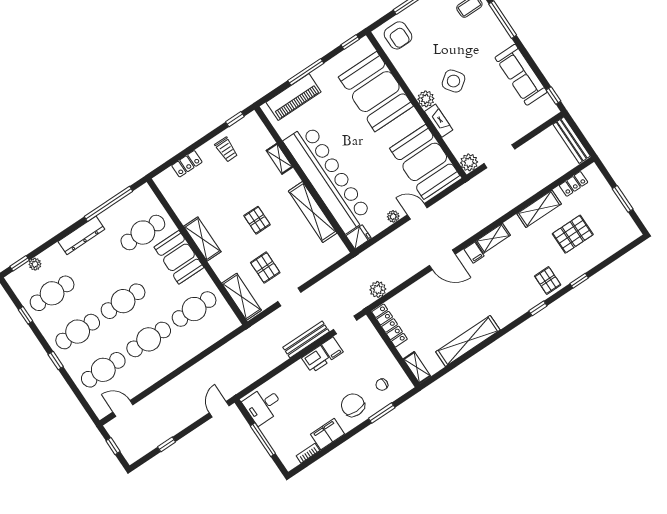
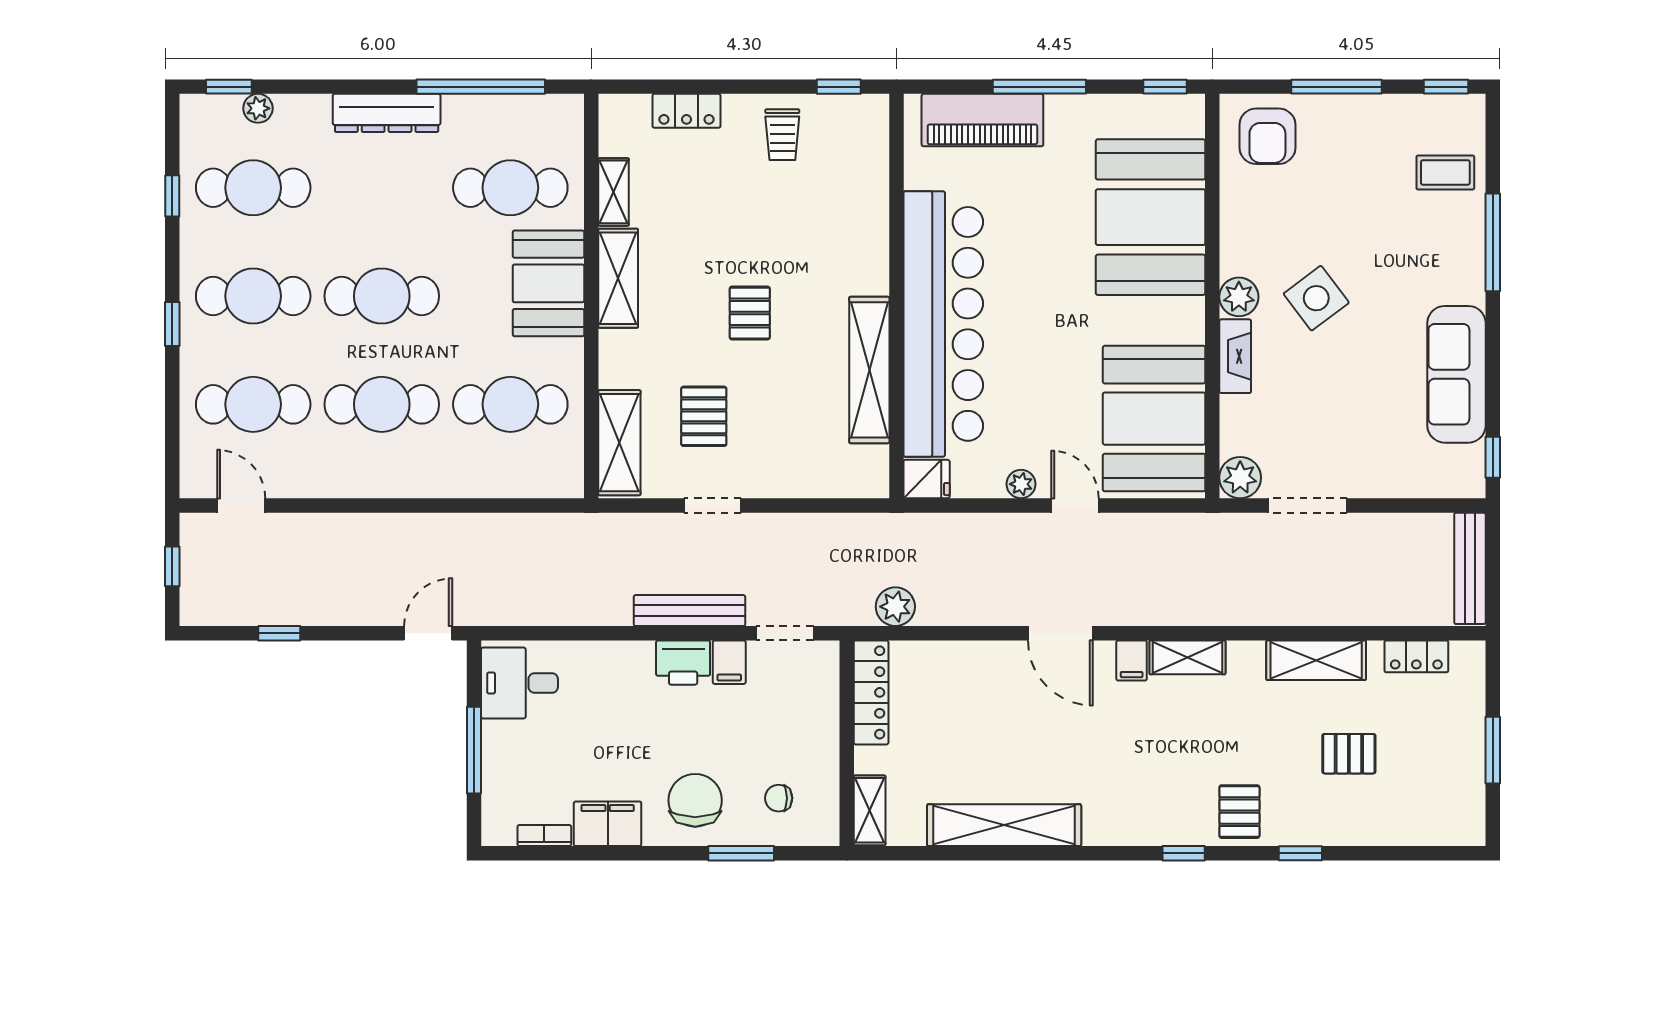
shelving: (279, 159) -> (613, 192), moved
pallet: (573, 234) -> (1349, 754), width x0.67, depth x0.71

